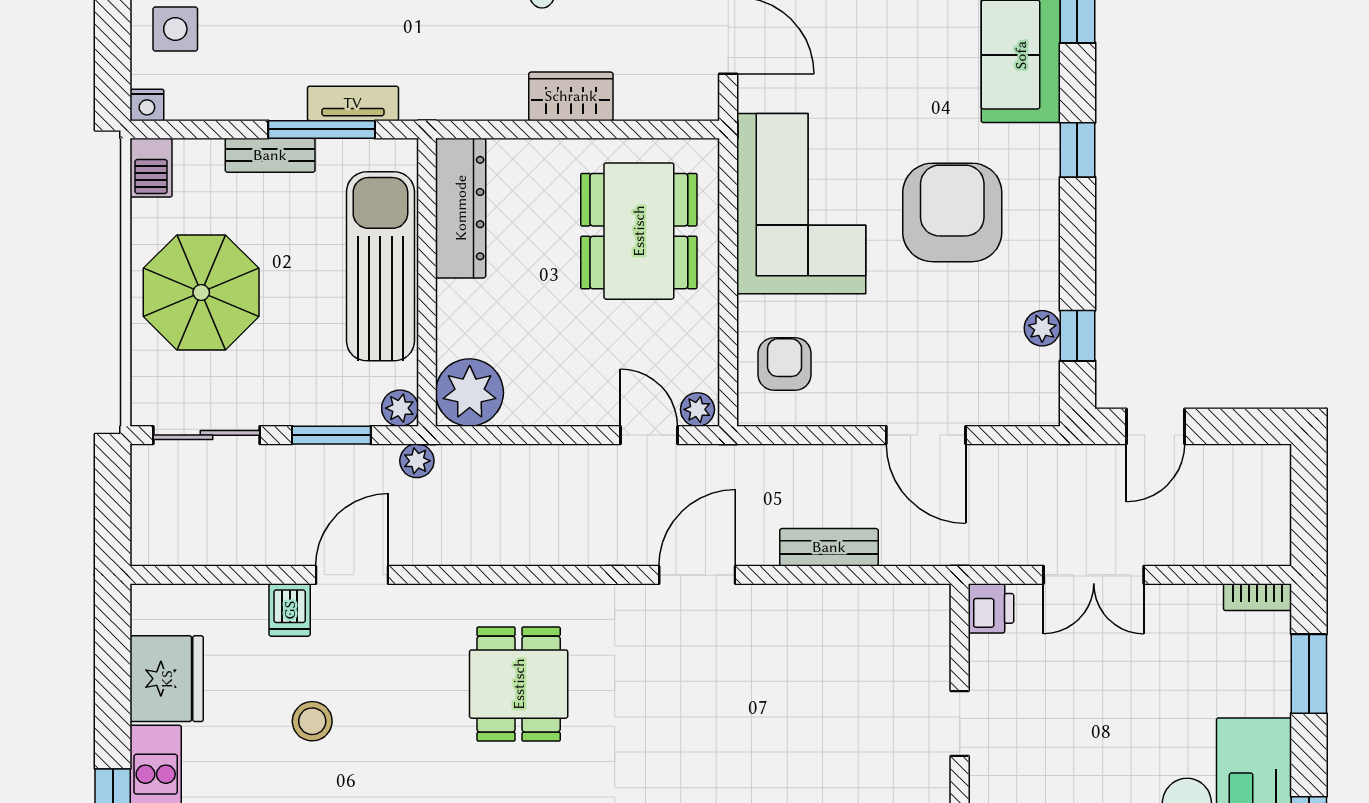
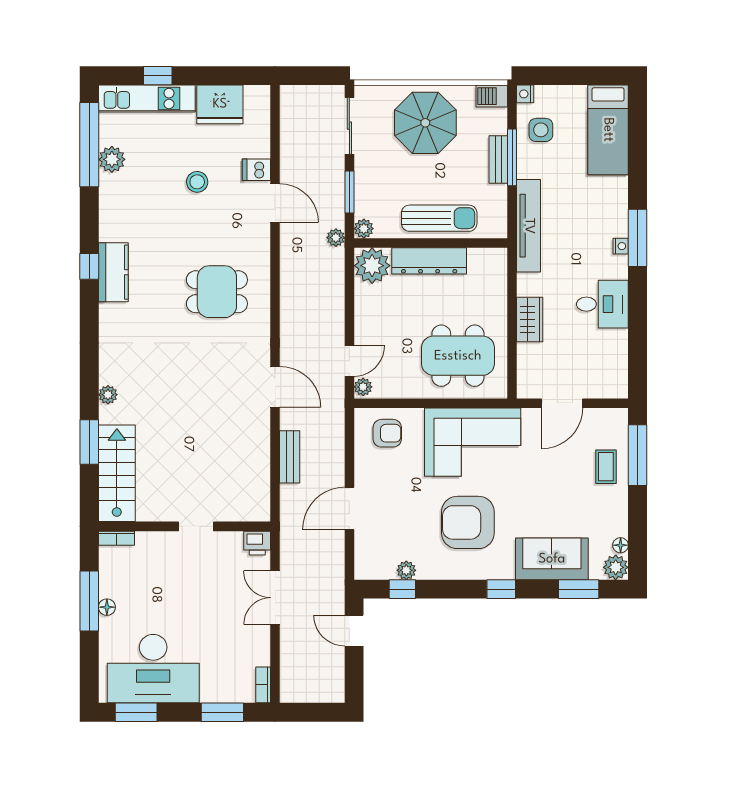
side table: (175, 29) -> (541, 130), moved
tv unit: (353, 103) -> (529, 226), width x1.92, depth x1.29
window: (322, 129) -> (512, 157), moved
dresser: (461, 208) -> (429, 261), moved
armchair: (952, 212) -> (468, 522), turned 180
sun lounger: (380, 266) -> (439, 218), width x0.73, depth x0.75

